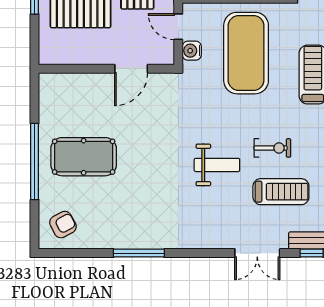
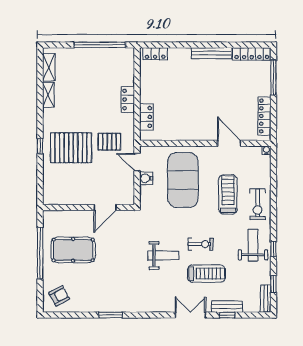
wall: (106, 69) -> (89, 208), moved
door: (131, 69) -> (105, 208), moved
window: (139, 253) -> (110, 315), width x0.69
double door: (257, 253) -> (190, 315), swing flipped

